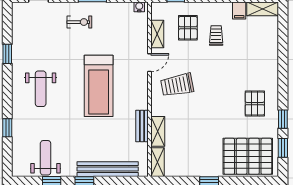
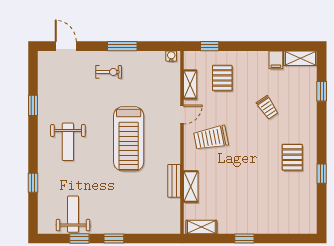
trolley: (216, 36) -> (267, 107), moved, turned 146
window: (283, 148) -> (322, 91), moved
pallet: (248, 156) -> (285, 213), removed
shelving: (158, 162) -> (201, 227), moved, turned 90
bench: (108, 169) -> (138, 226), removed

